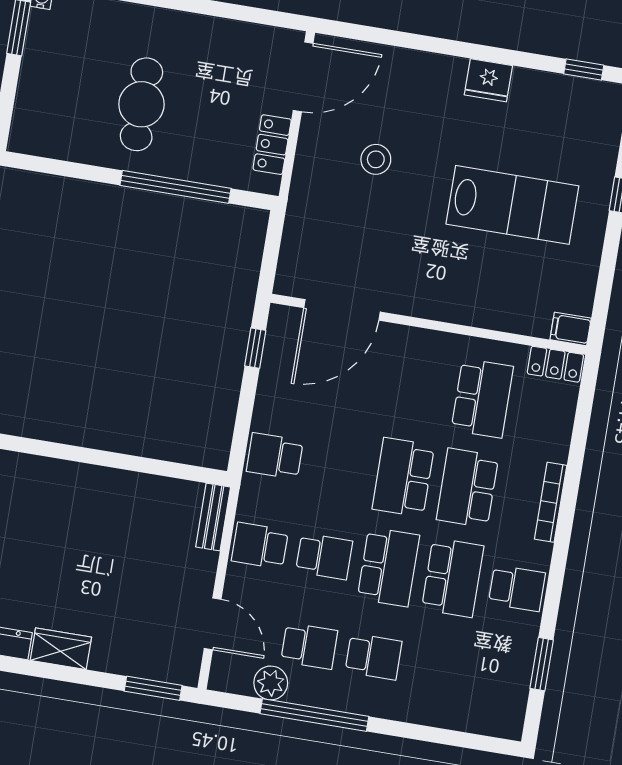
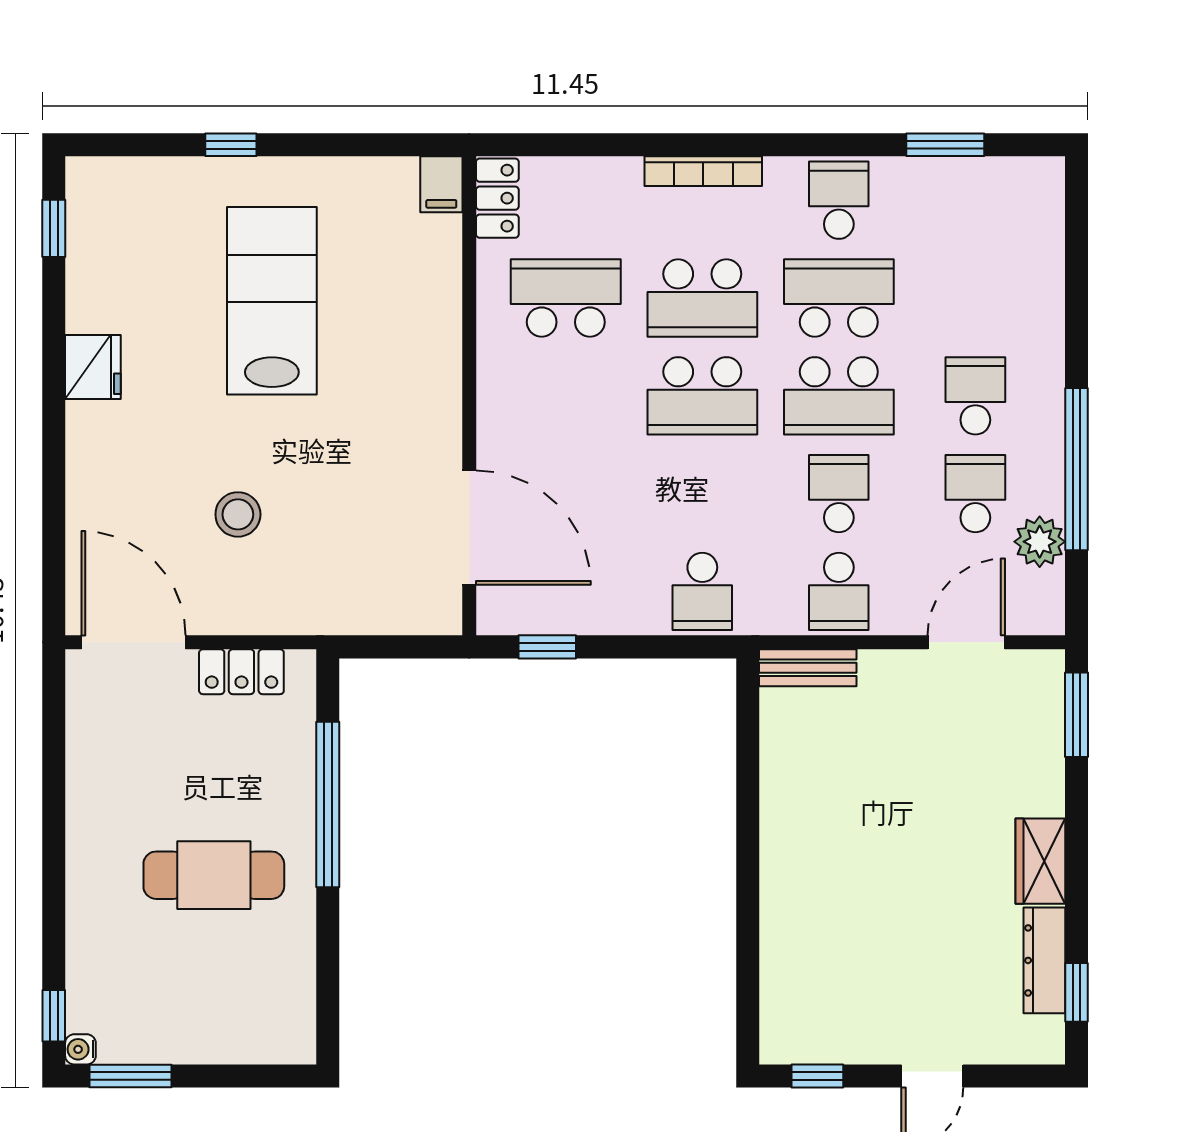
school desk: (388, 567) -> (839, 396), turned 180

